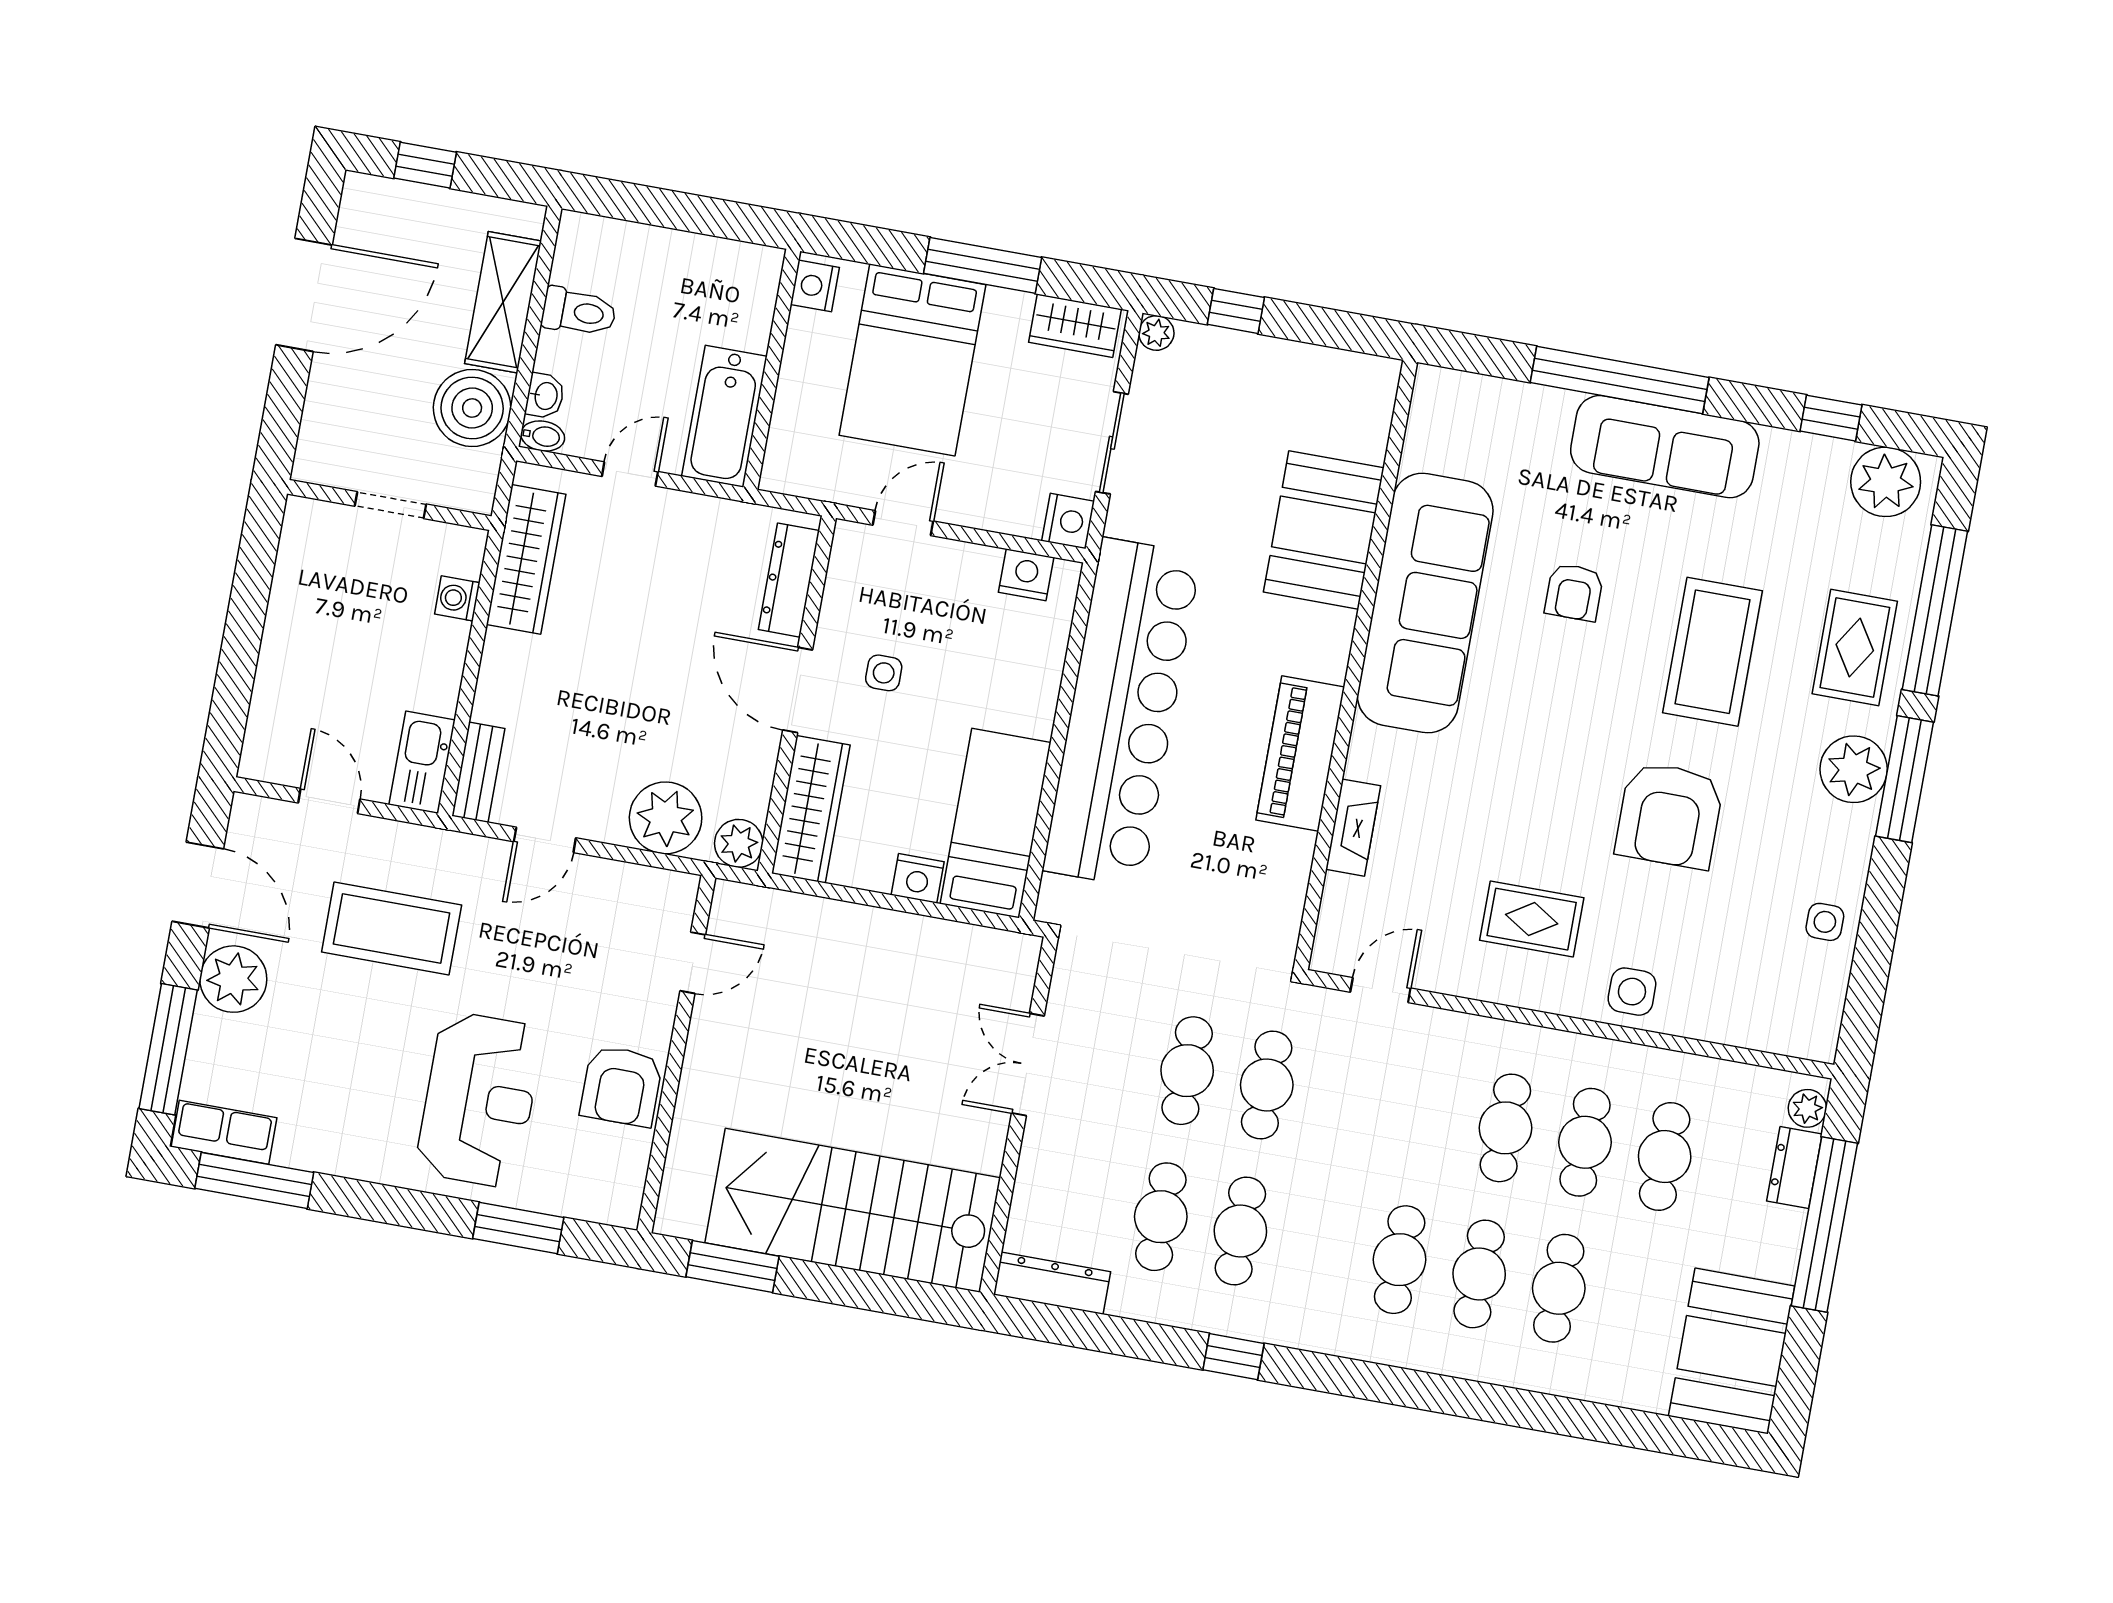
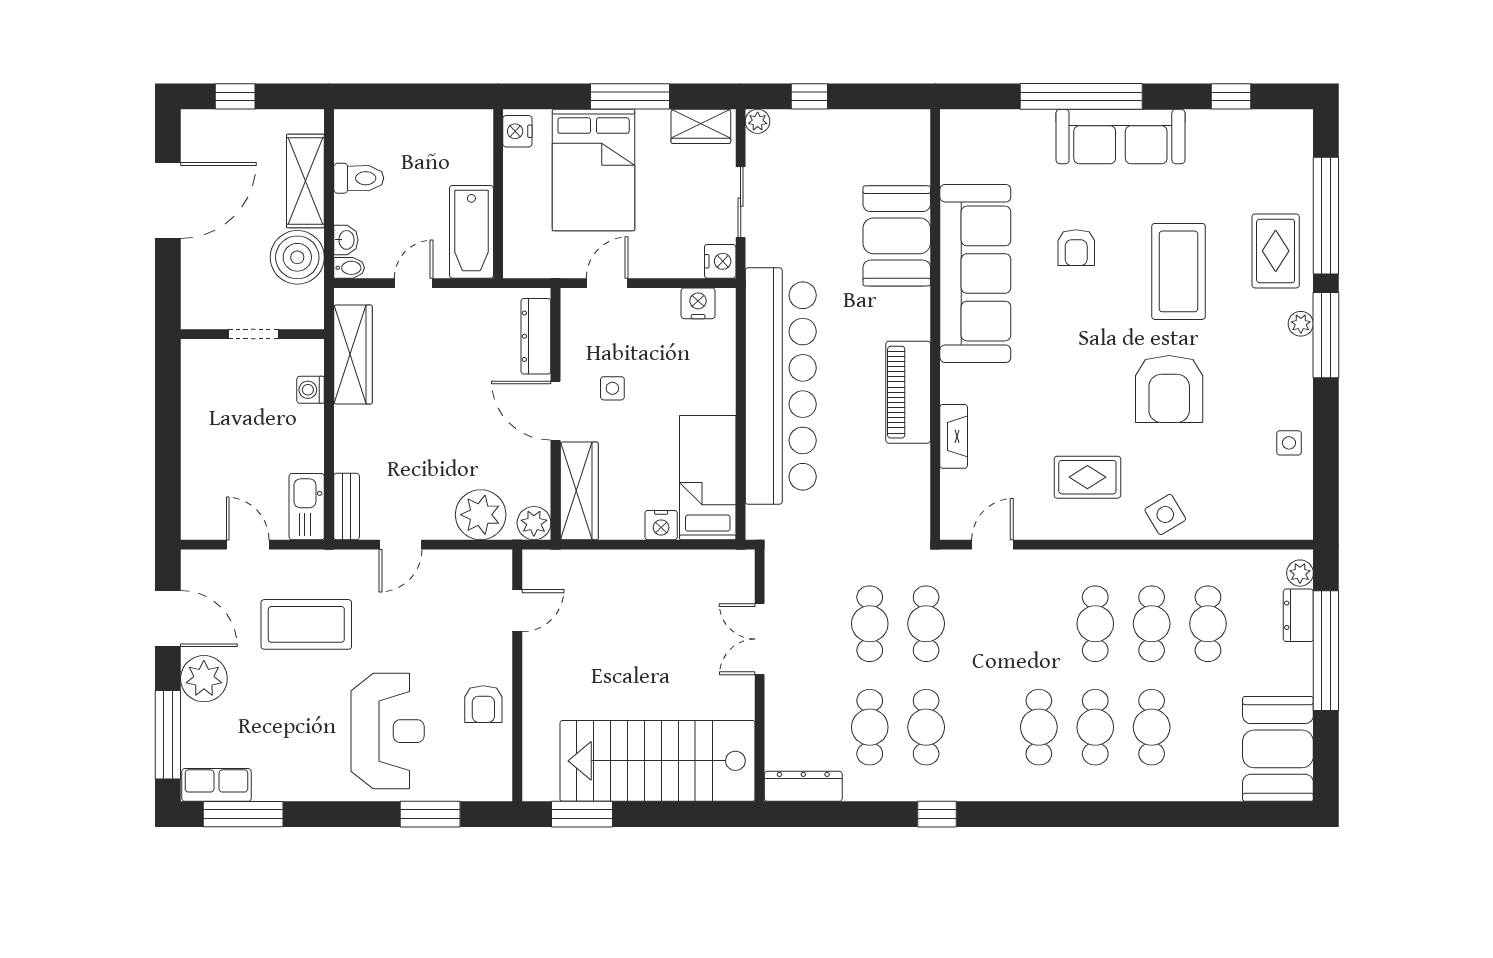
plant: (1886, 482) -> (1276, 133), removed
plant: (1854, 769) -> (1301, 324), width x0.53, depth x0.53
side table: (1632, 992) -> (1165, 515), turned -31
armchair: (621, 1086) -> (483, 704), width x0.72, depth x0.72

